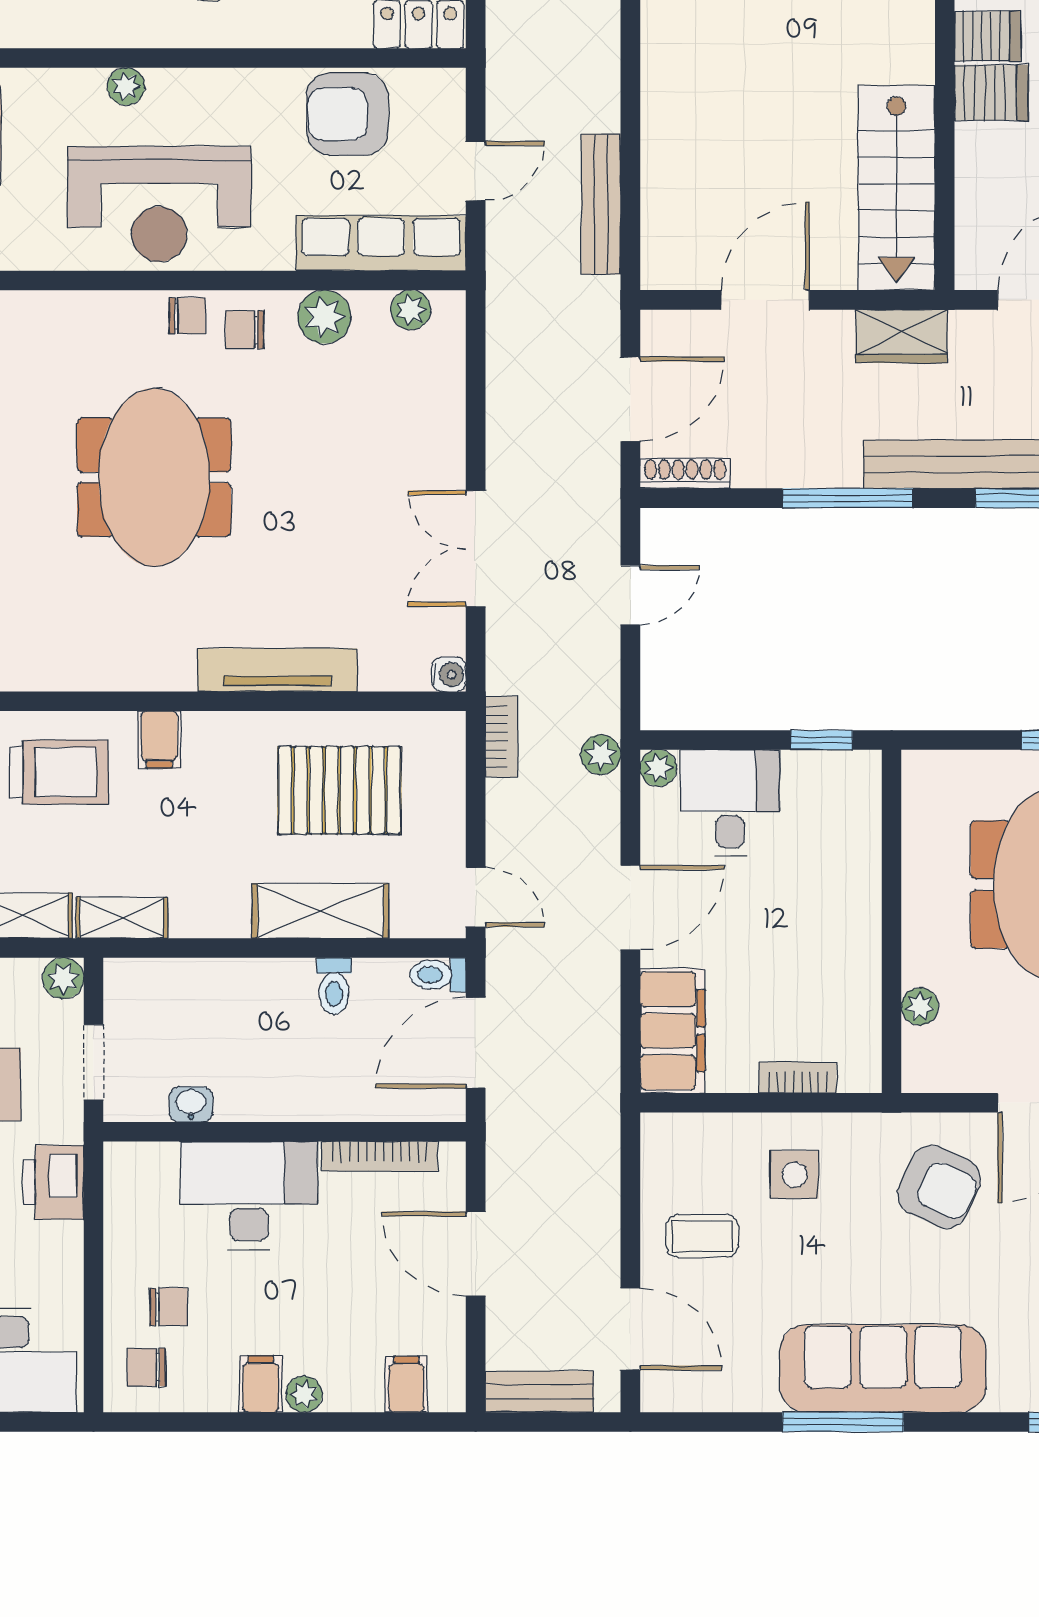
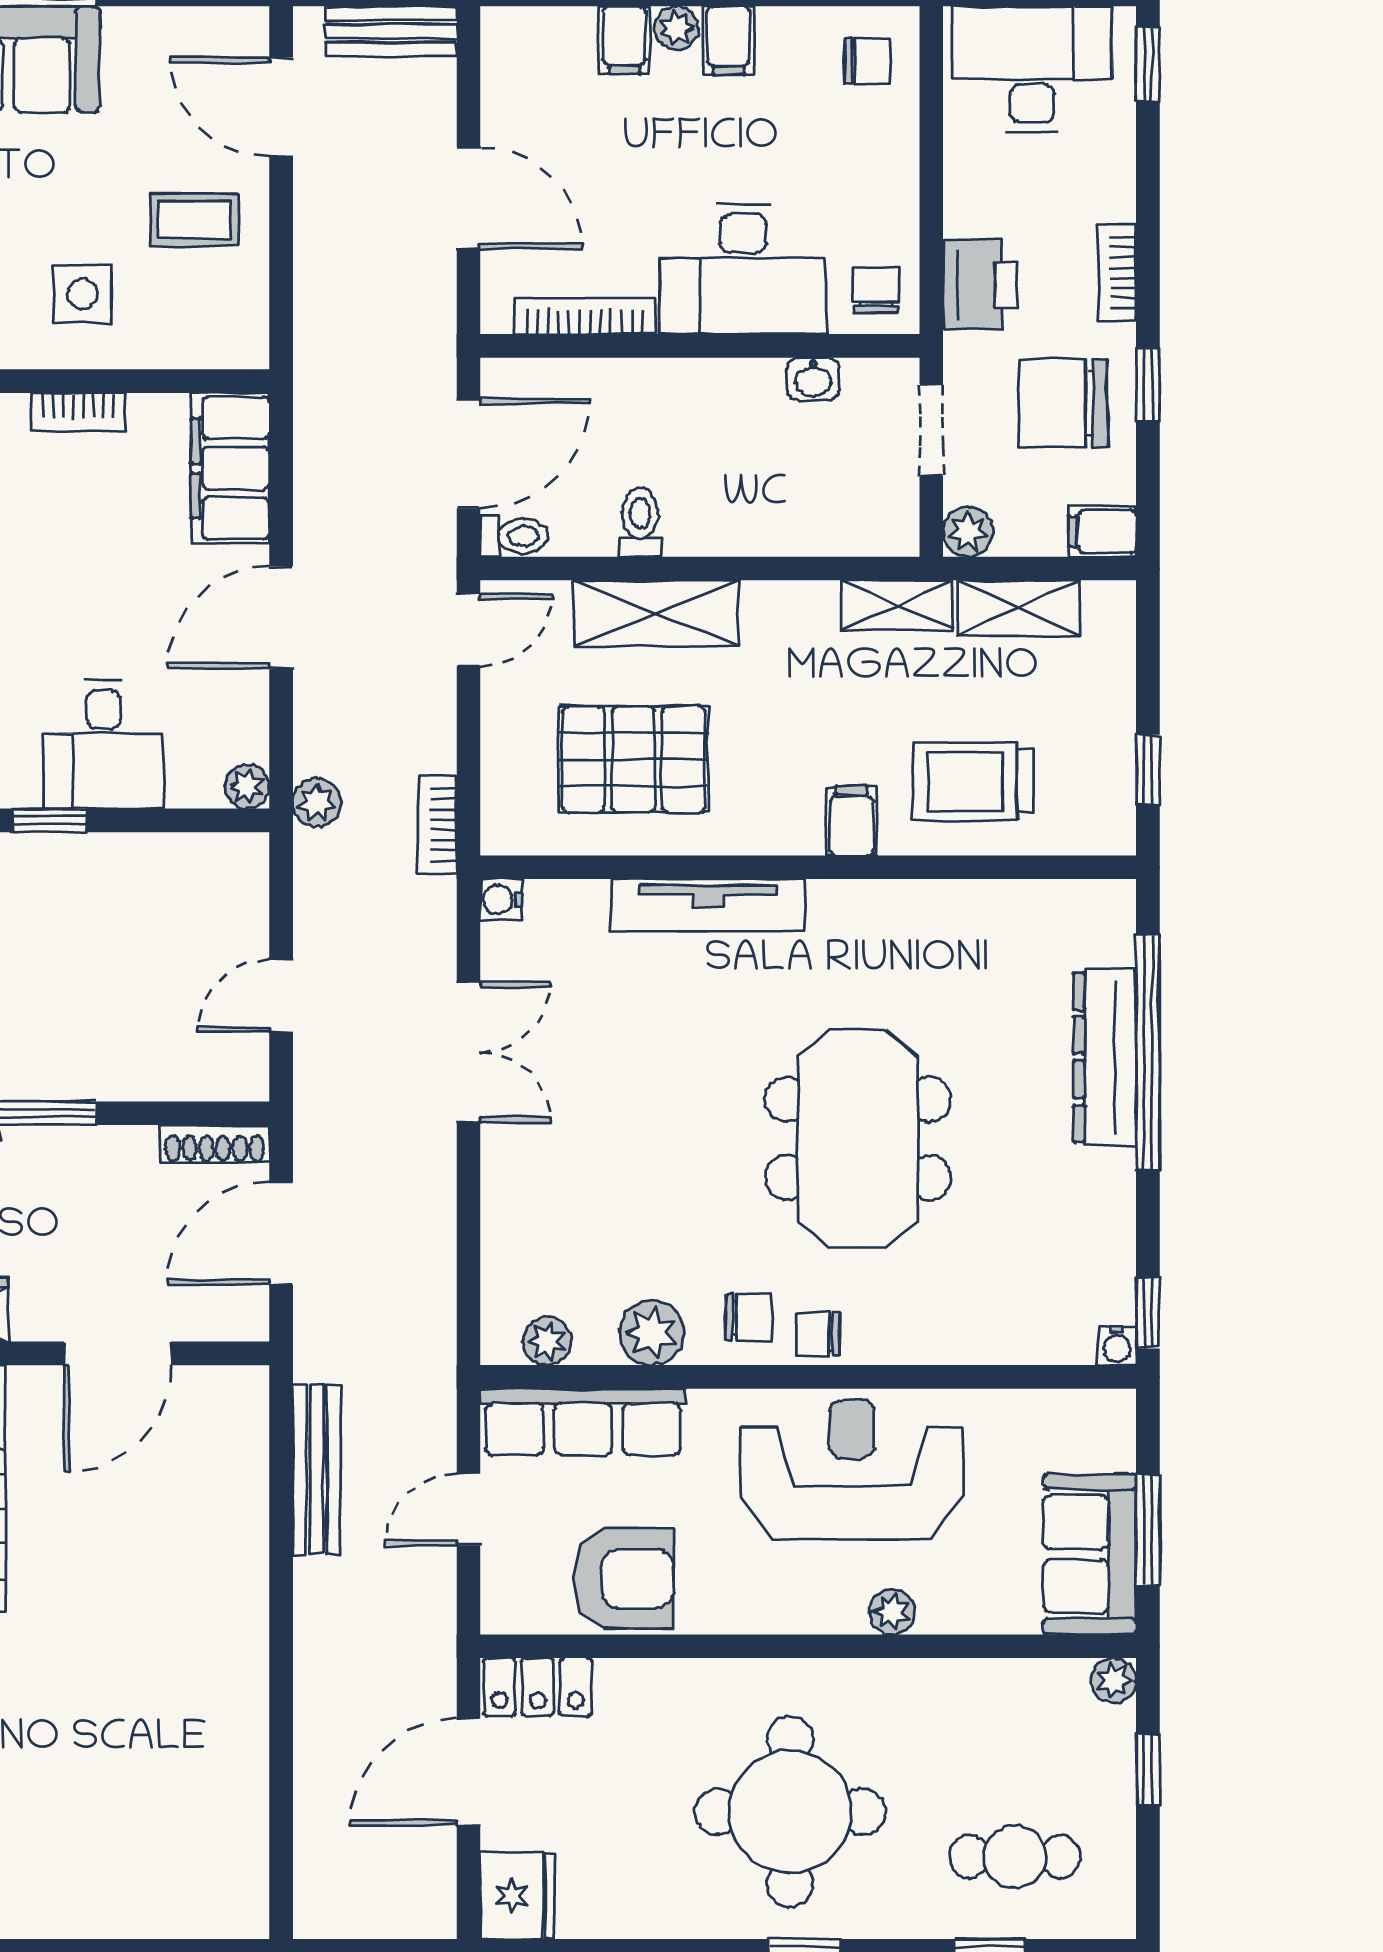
desk: (730, 803) -> (104, 744), moved
door: (476, 897) -> (468, 630), swing flipped
chair: (169, 1307) -> (876, 290), moved, turned 90
filing cabinet: (406, 1384) -> (624, 40), moved

